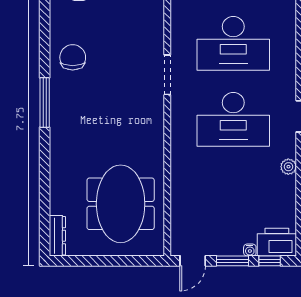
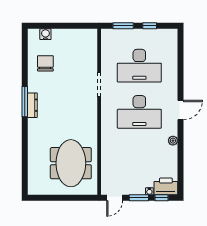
chair: (73, 57) -> (45, 63), moved
dresser: (57, 236) -> (32, 105), moved

